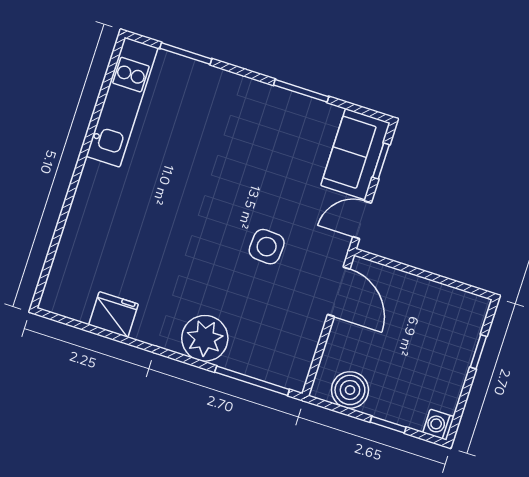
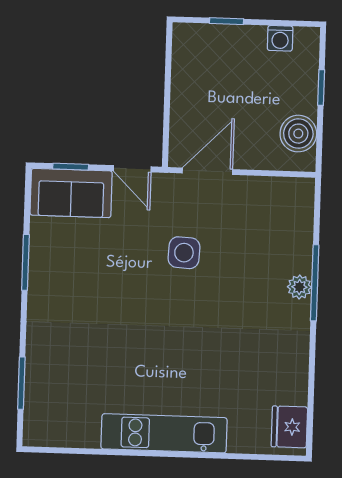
kitchen unit: (122, 102) -> (164, 433), moved
fridge: (114, 314) -> (289, 427), moved
plant: (205, 338) -> (299, 287), width x0.53, depth x0.53
window: (252, 381) -> (315, 283), moved
washing machine: (439, 425) -> (280, 38), moved

